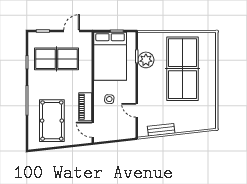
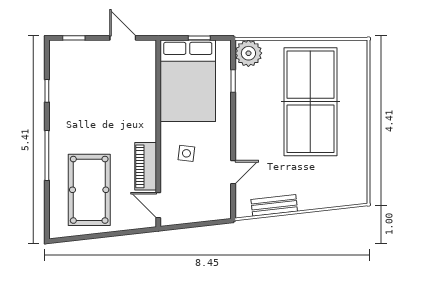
door: (72, 31) -> (123, 38), hinge flipped
table tennis table: (56, 59) -> (97, 85), removed
plant: (146, 60) -> (248, 53), moved
door: (137, 110) -> (233, 172), swing flipped

